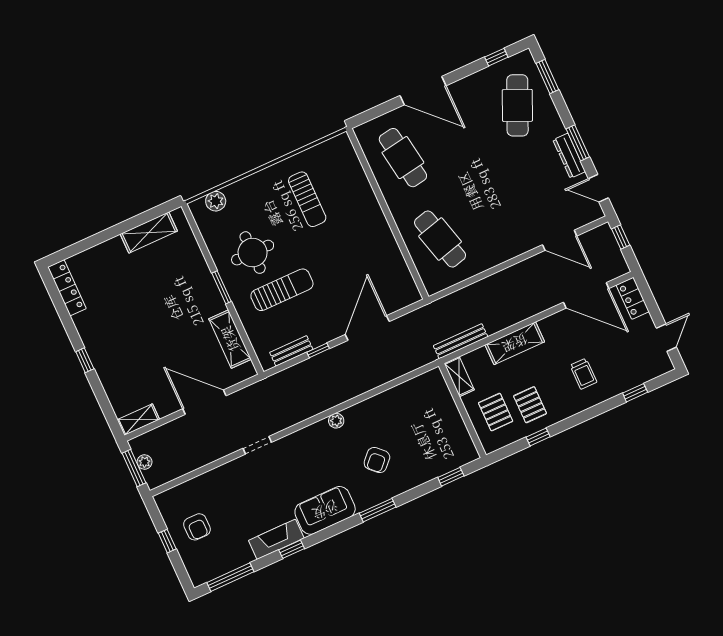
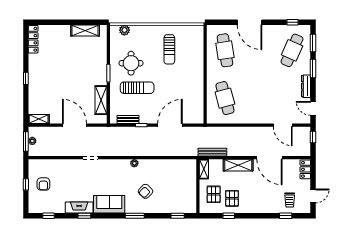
window: (578, 143) -> (313, 68), moved
door: (586, 295) -> (269, 158), moved
trolley: (583, 374) -> (290, 200), moved
window: (230, 577) -> (49, 216), width x0.46

